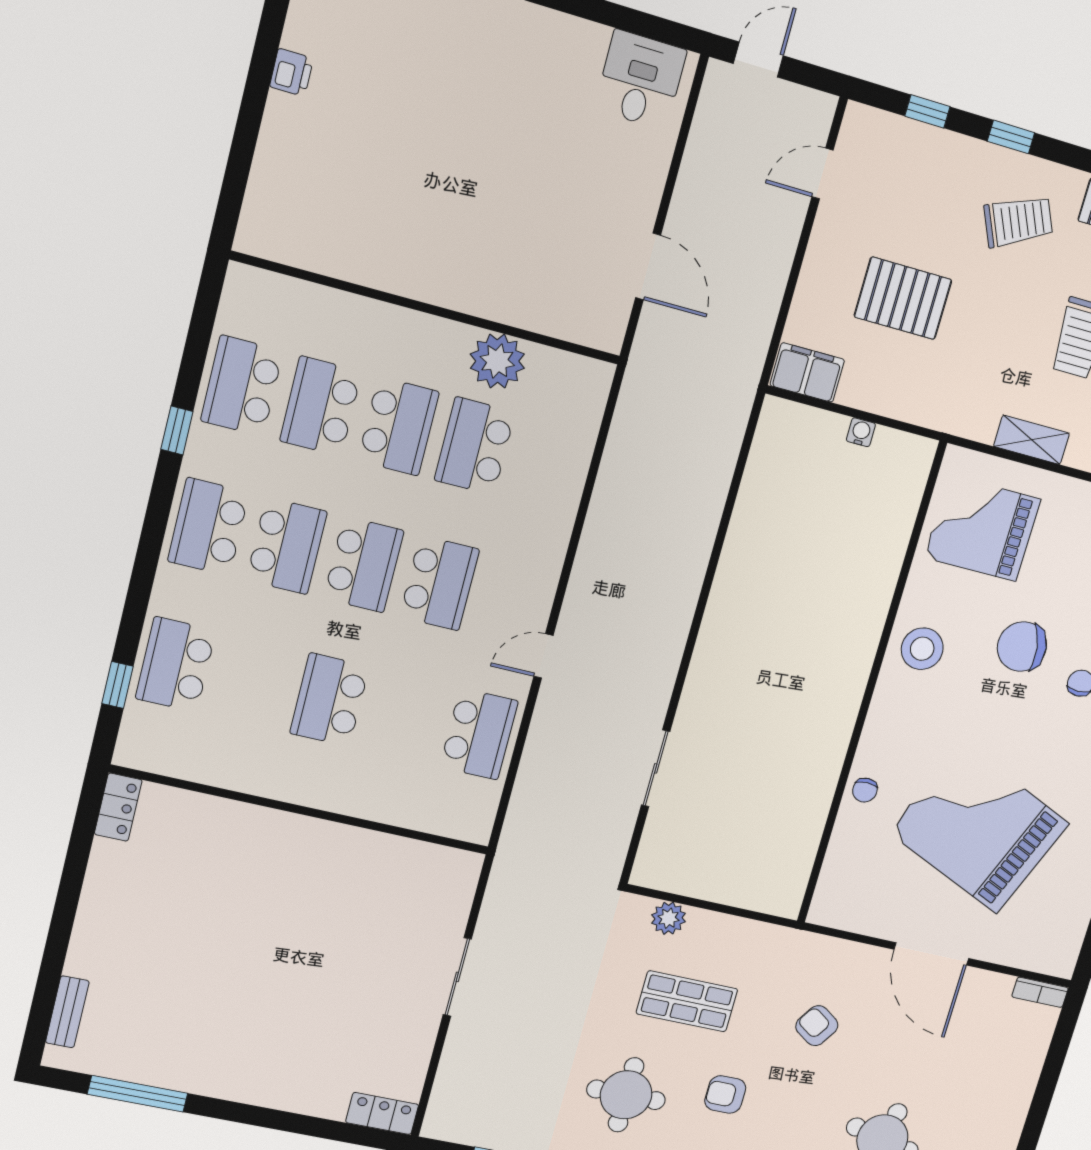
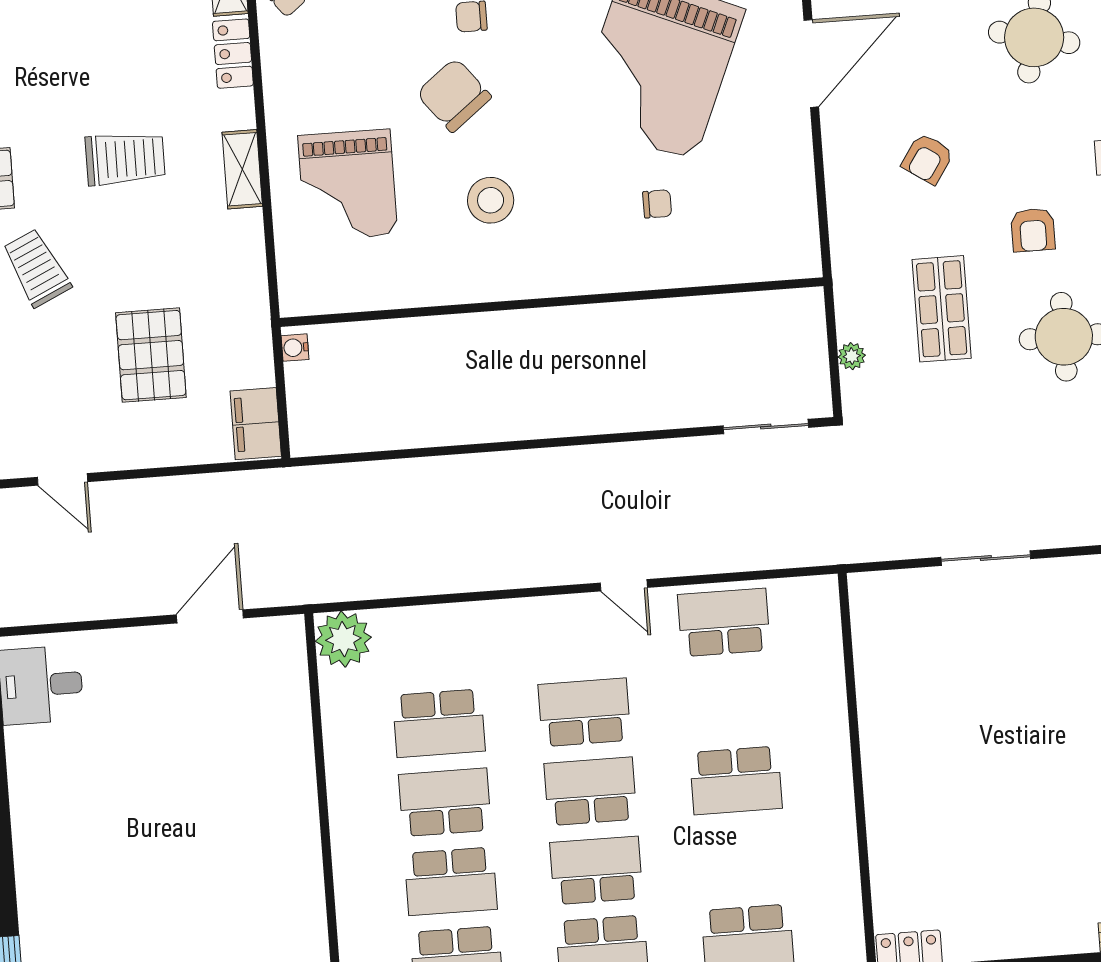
plant: (497, 361) -> (343, 639), moved
chair: (1022, 647) -> (454, 95), turned 152
wall: (871, 686) -> (552, 302), moved
sliding door: (656, 768) -> (766, 427), moved
plant: (669, 918) -> (852, 356), width x0.73, depth x0.73

